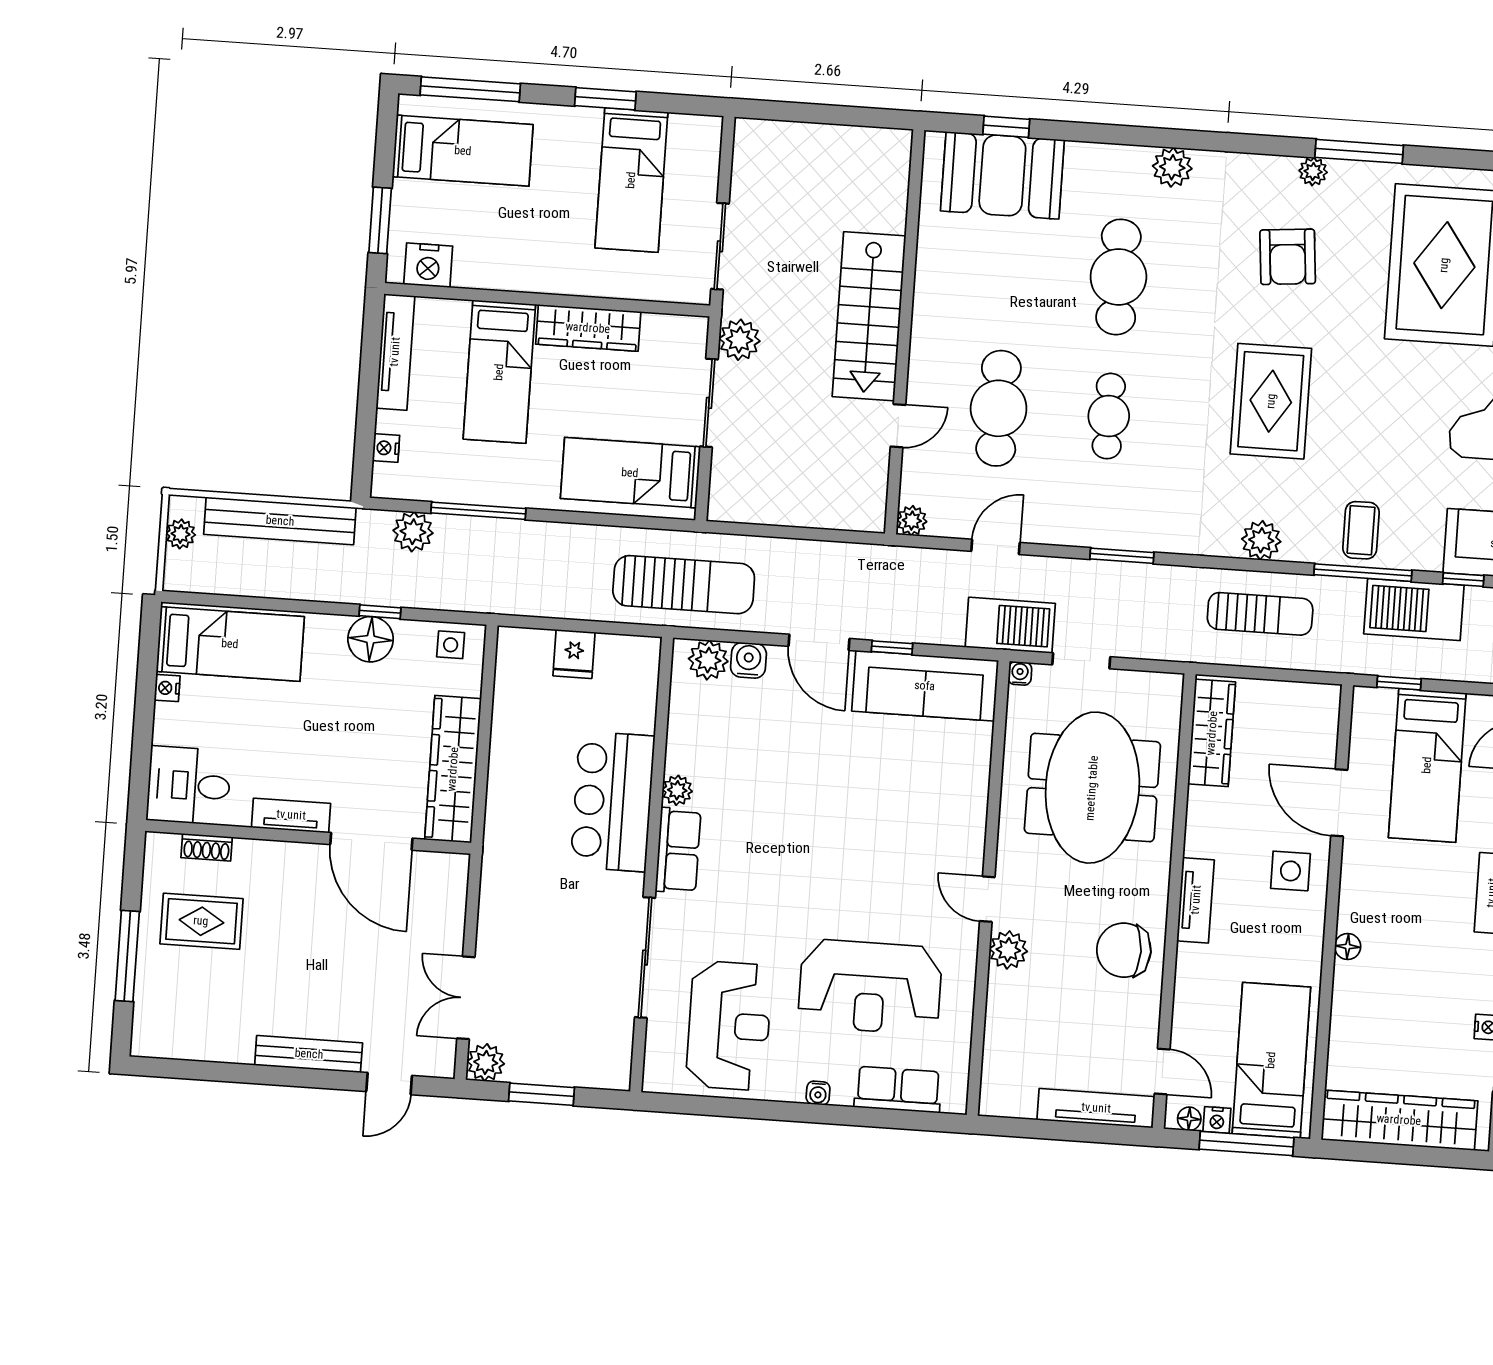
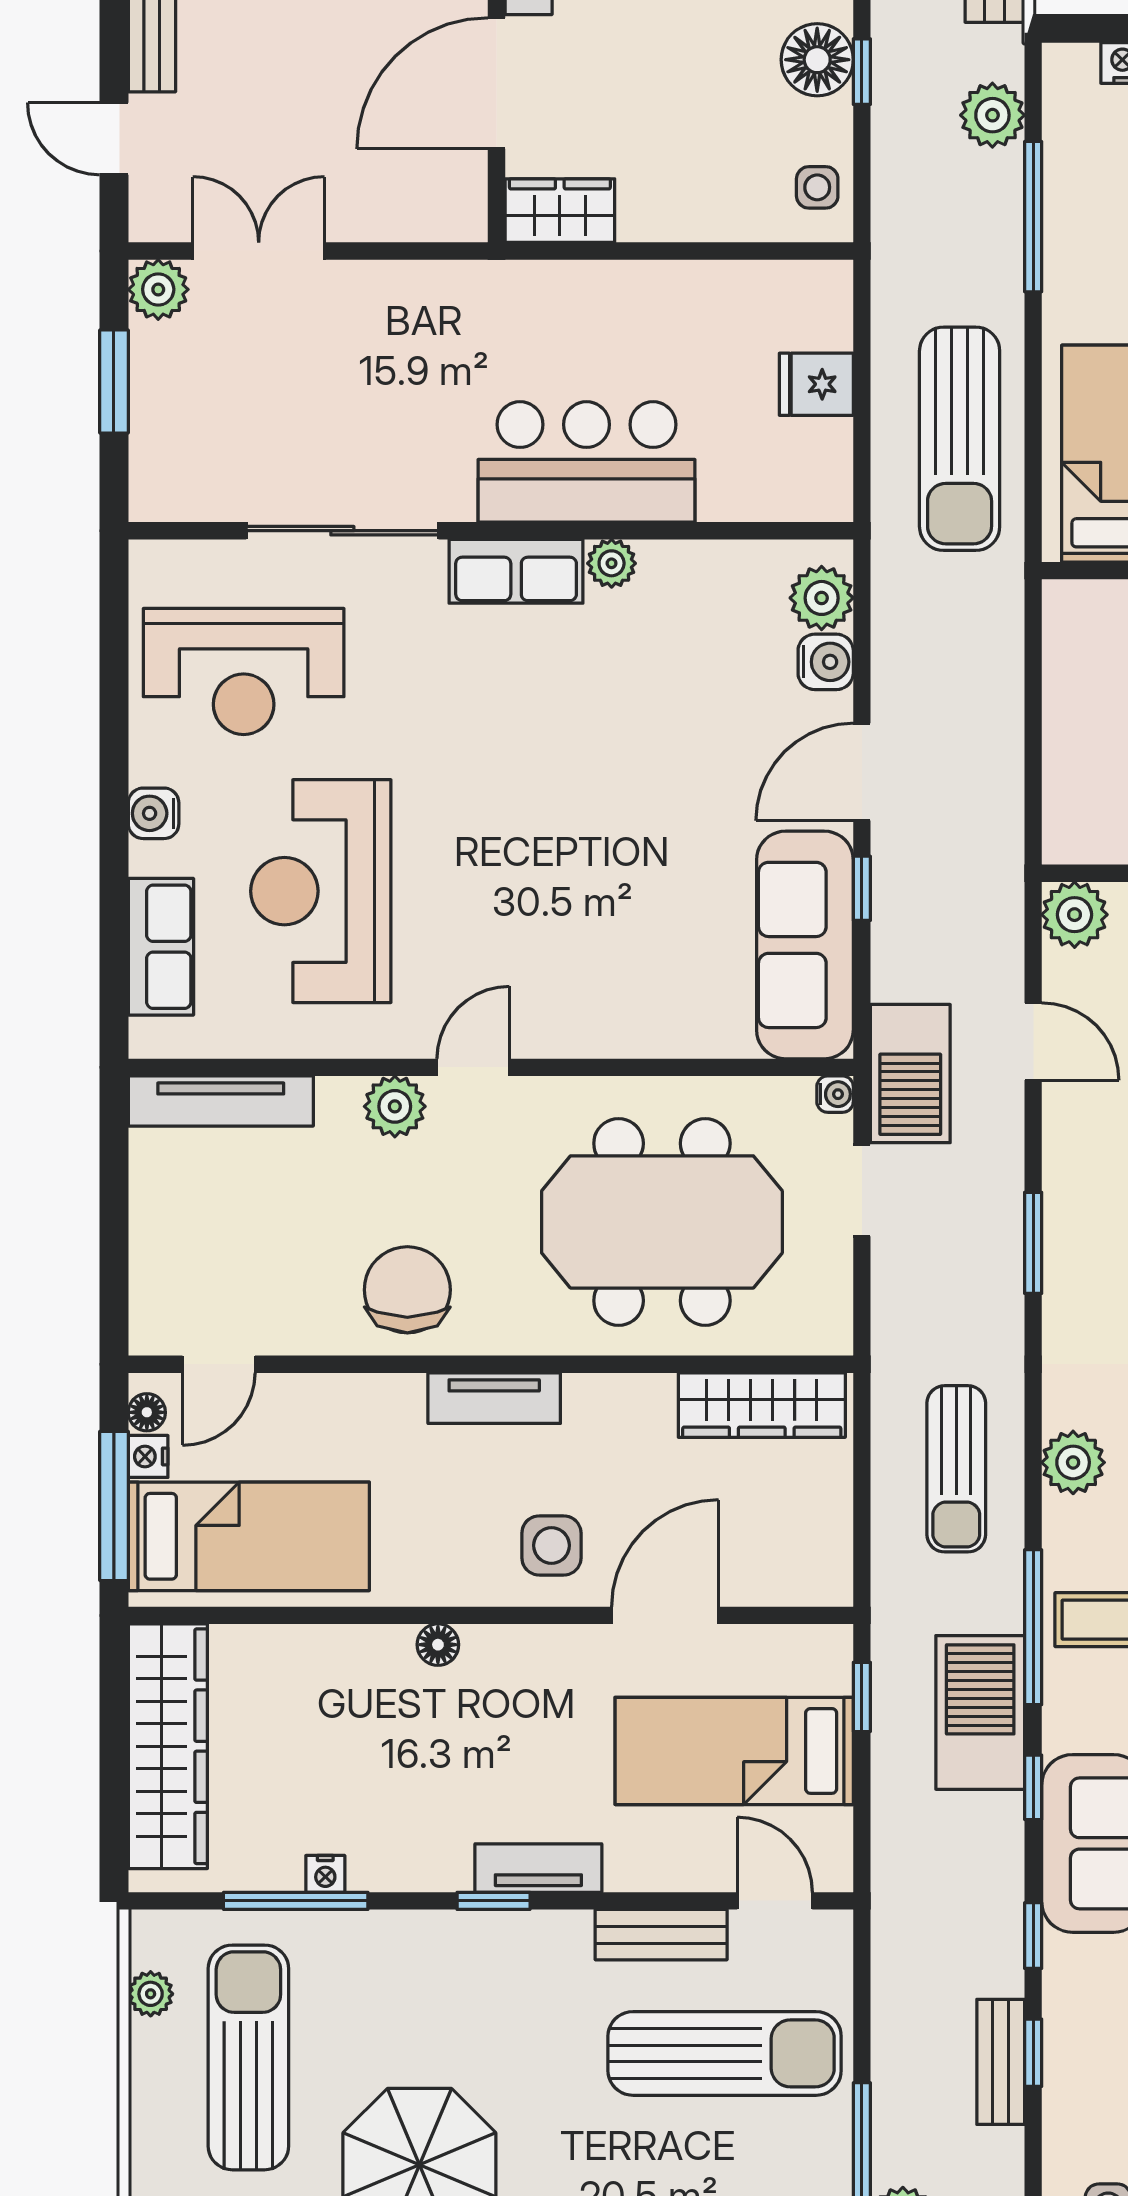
plant: (912, 521) -> (1075, 915), width x1.38, depth x1.38
sun lounger: (684, 585) -> (960, 439), moved
wardrobe: (453, 769) -> (560, 211), width x0.48, depth x0.85
water cooler: (818, 1093) -> (154, 813), width x1.38, depth x1.38
tv unit: (1096, 1108) -> (221, 1101), moved, turned 90

